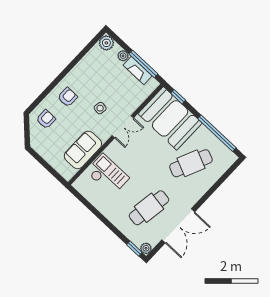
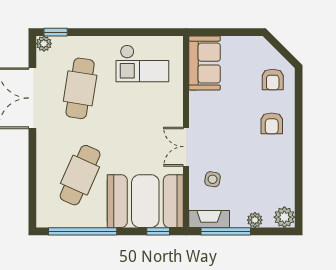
fireplace: (138, 70) -> (209, 219), moved
side table: (100, 108) -> (213, 179), moved
sofa: (83, 150) -> (205, 63), moved
checkout: (107, 175) -> (142, 63), moved

